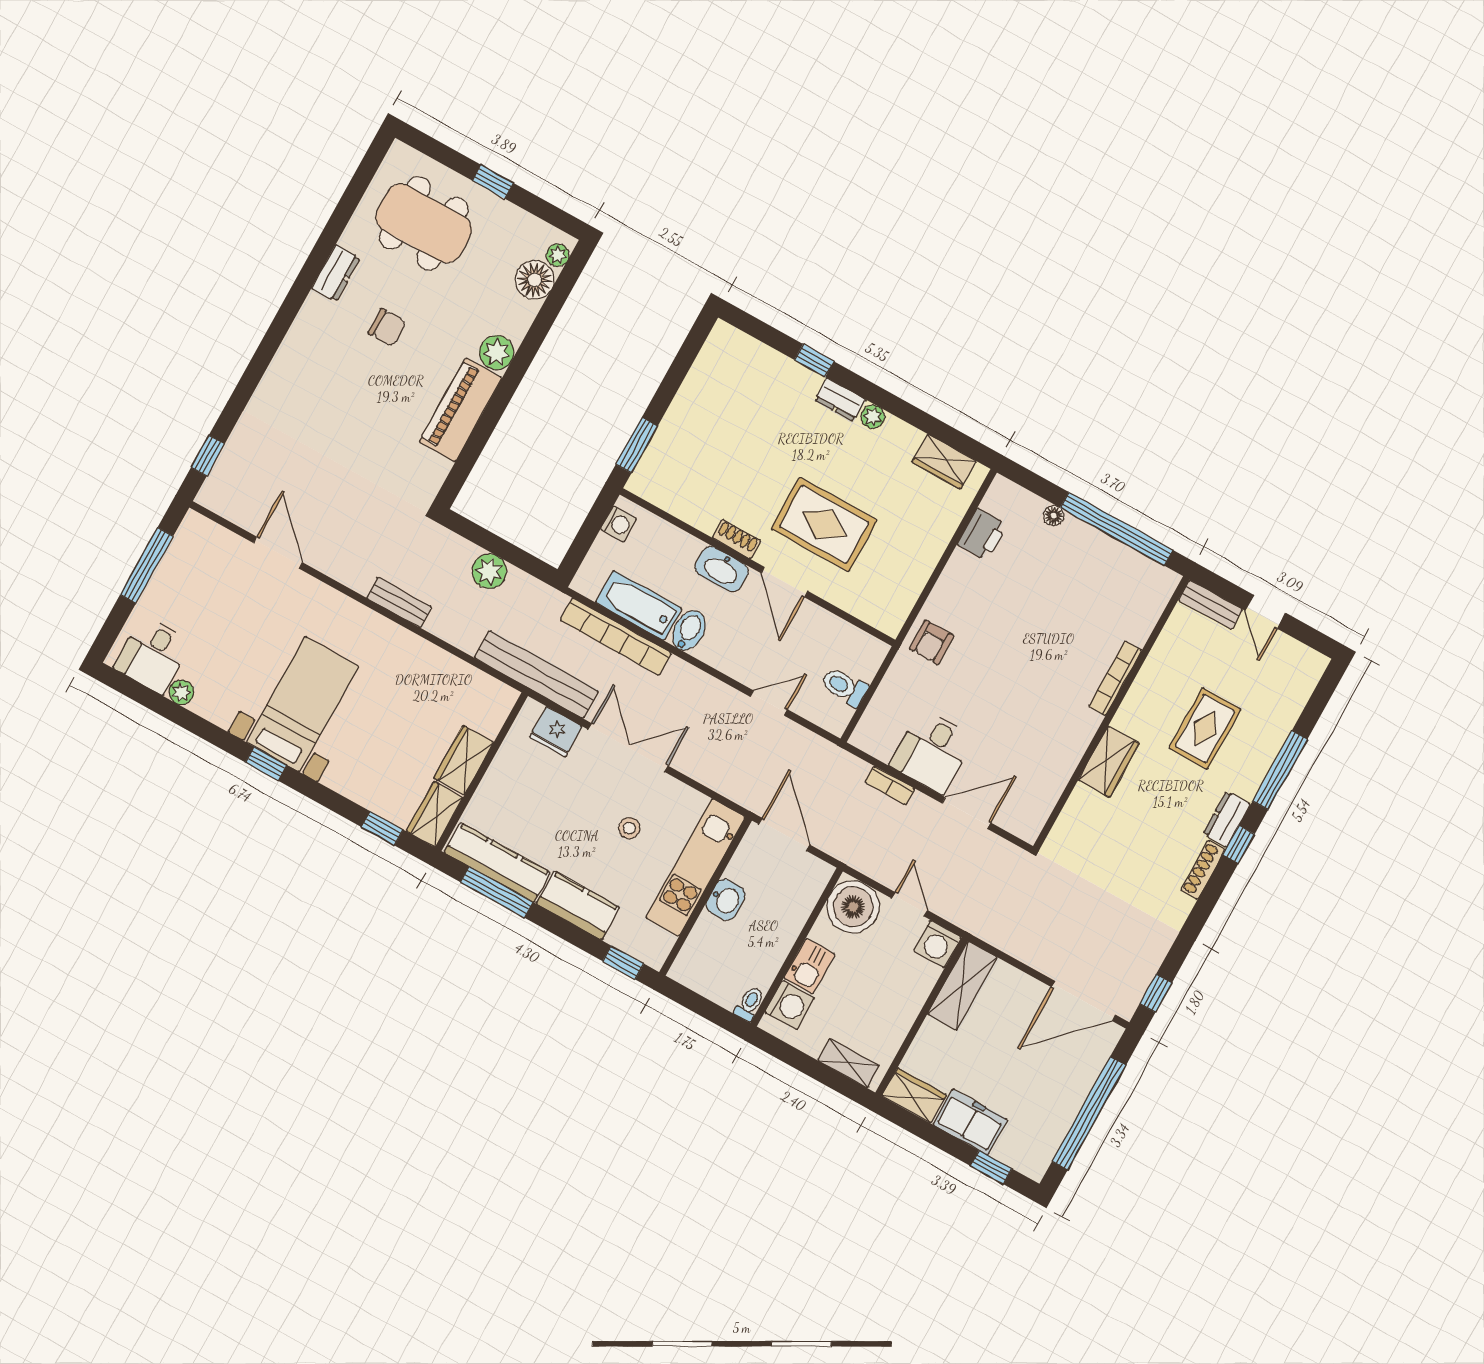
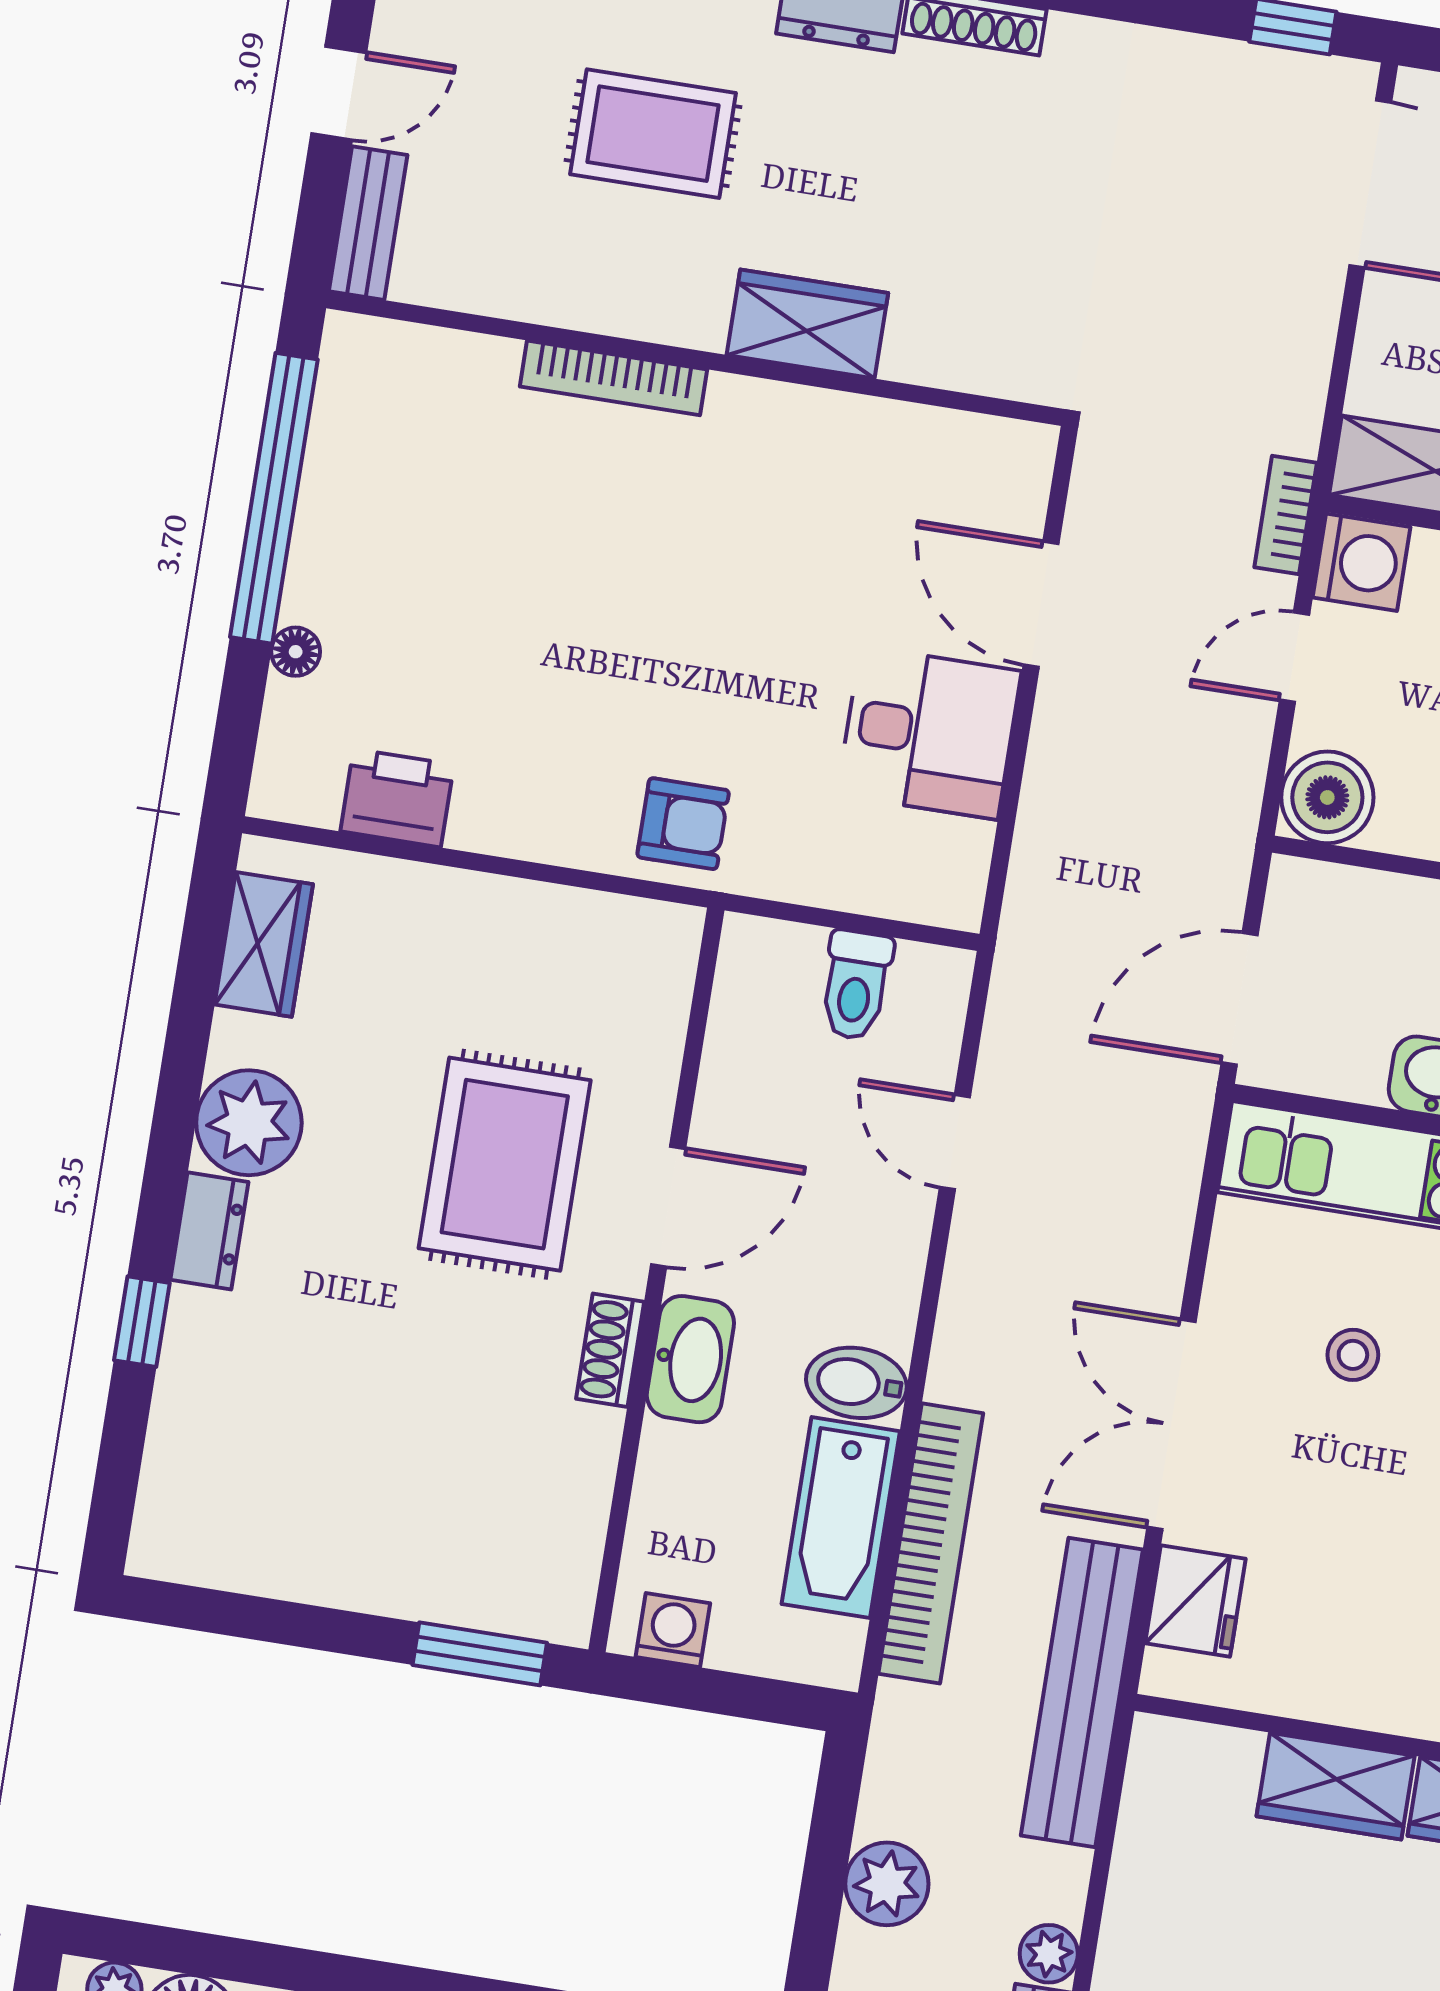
plant: (873, 417) -> (249, 1123), width x1.88, depth x1.88
plant: (439, 624) -> (1049, 1954), added
bookcase: (890, 785) -> (1286, 515), moved, turned 180
boiler: (853, 907) -> (1327, 797), width x0.73, depth x0.73

